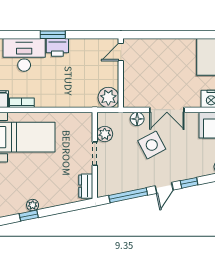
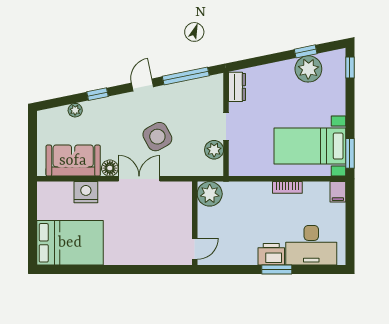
bookcase: (22, 103) -> (287, 187), moved
floor lamp: (137, 119) -> (110, 168), moved
window: (189, 183) -> (98, 94), moved
plant: (33, 205) -> (308, 69), width x1.87, depth x1.87

